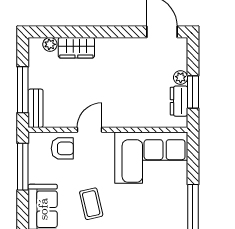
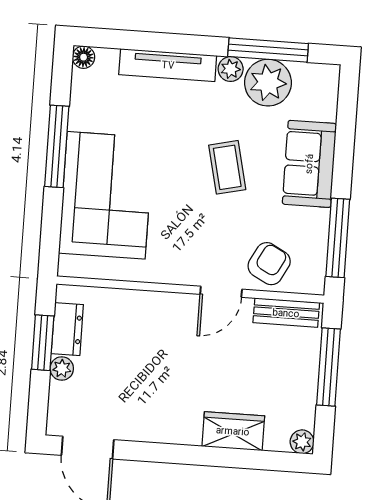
plant: (50, 44) -> (302, 442), moved
bench: (36, 108) -> (286, 313), moved, turned 90
armchair: (62, 148) -> (269, 264), turned 118
corner sofa: (151, 158) -> (106, 195), moved, turned 90

